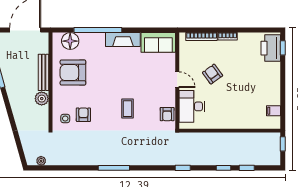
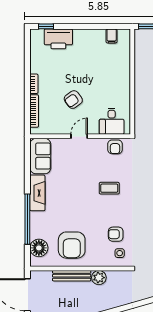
printer: (271, 48) -> (58, 39), moved
desk: (192, 106) -> (112, 121), width x0.73
armchair: (167, 114) -> (115, 147), turned 90

